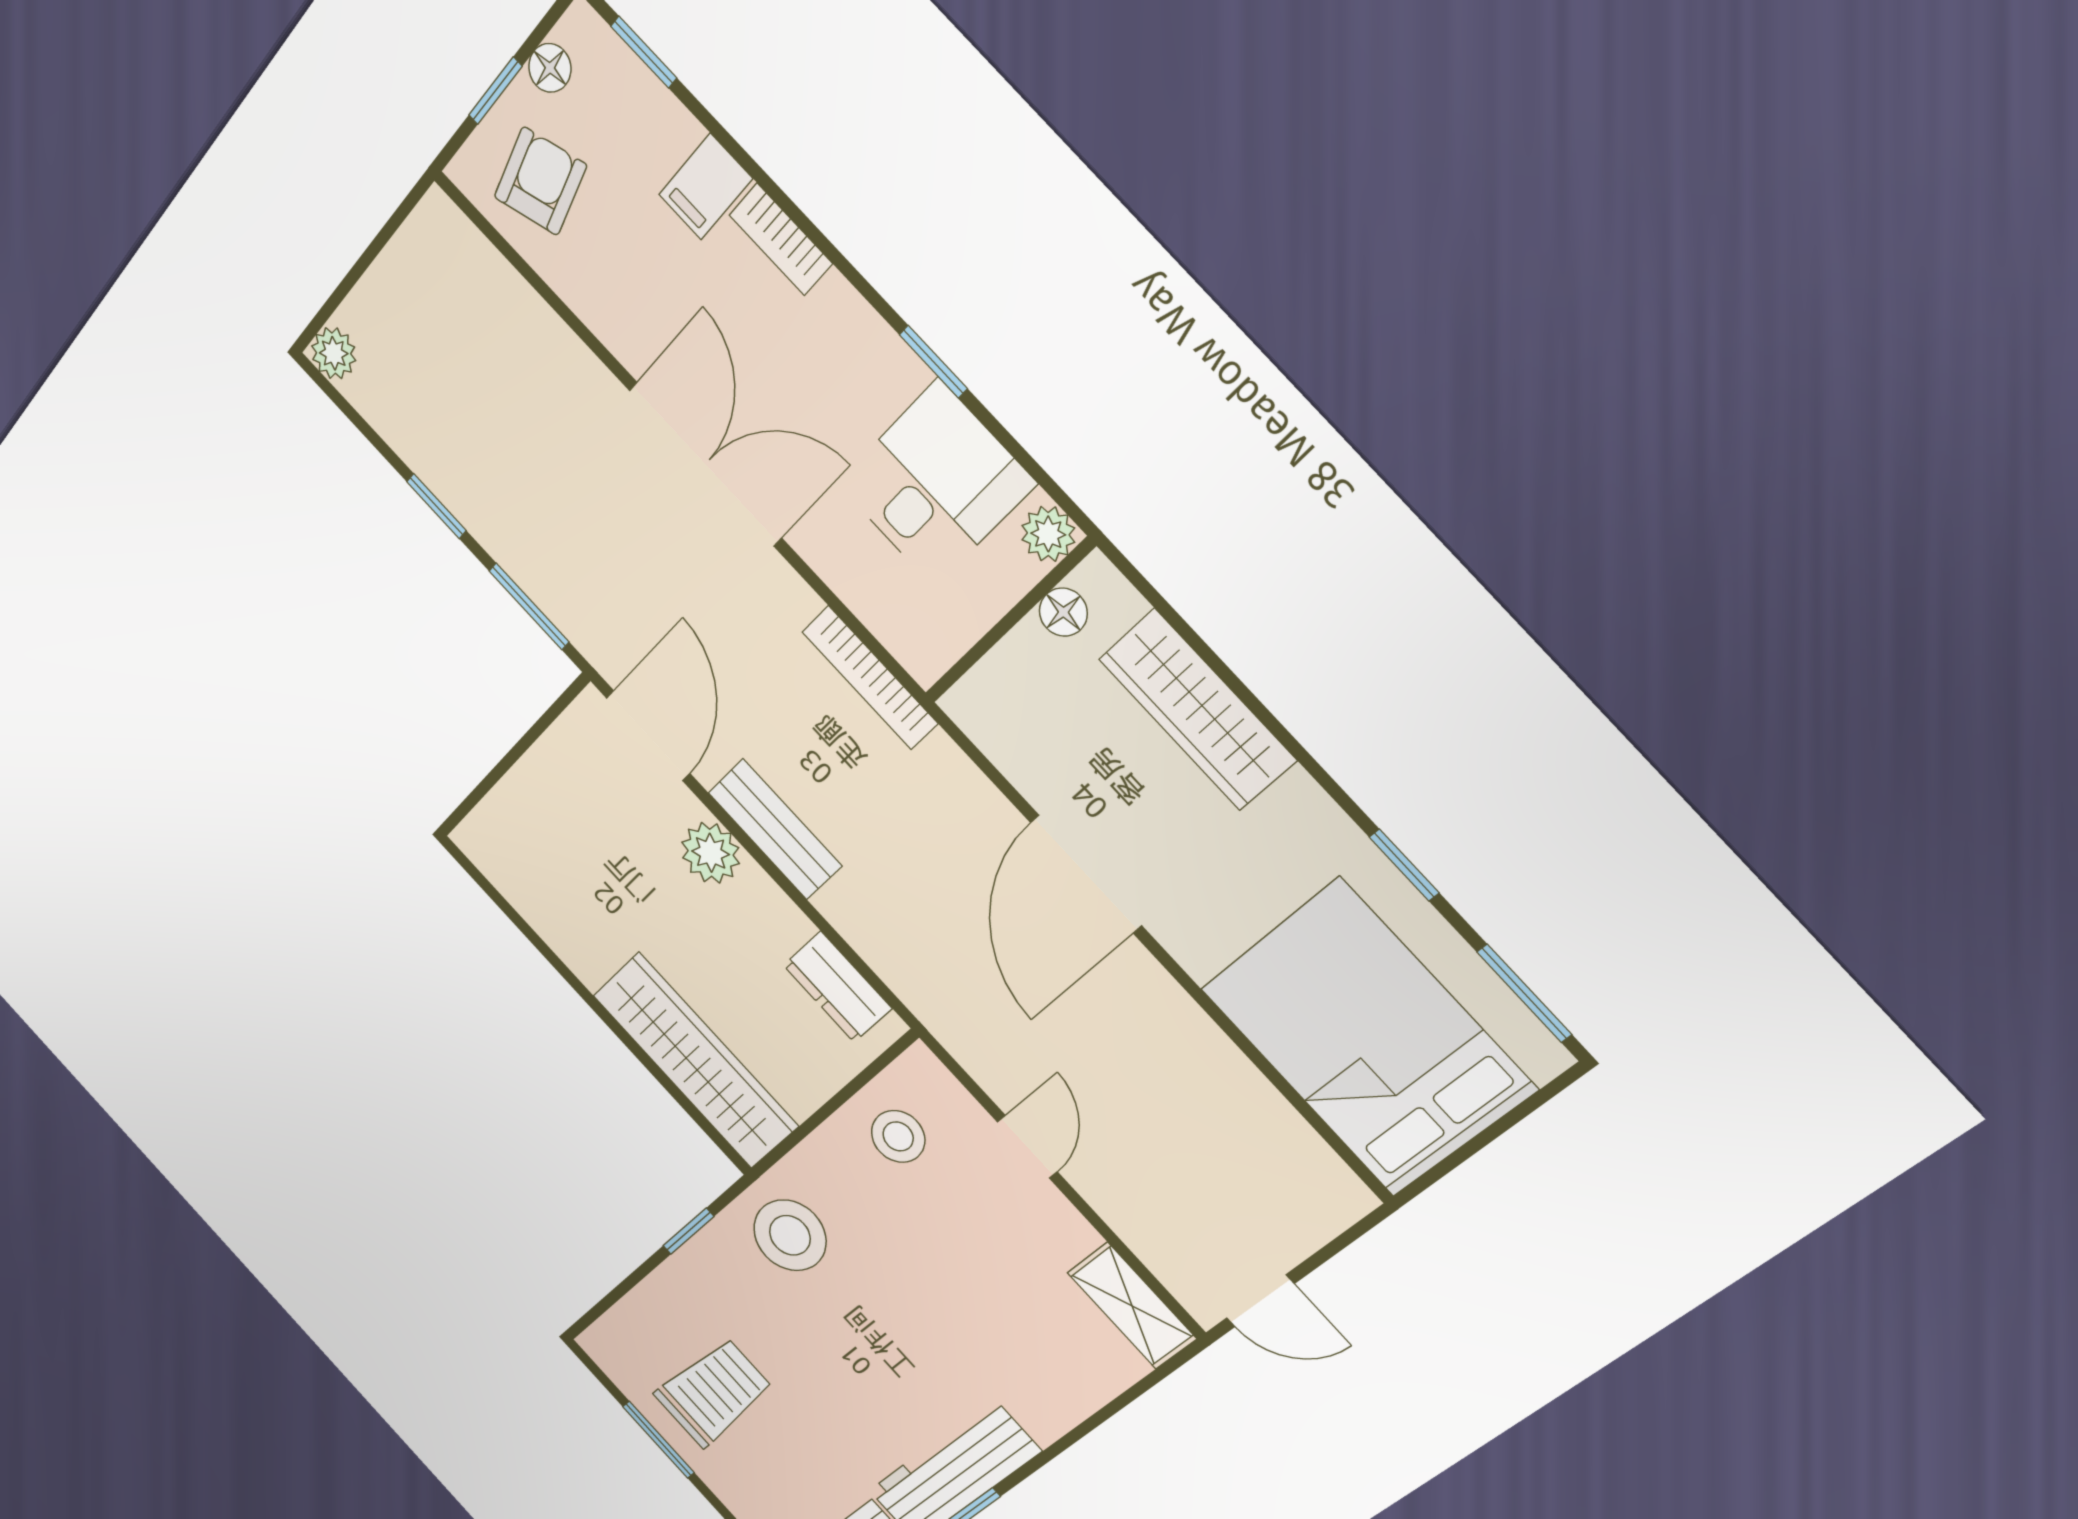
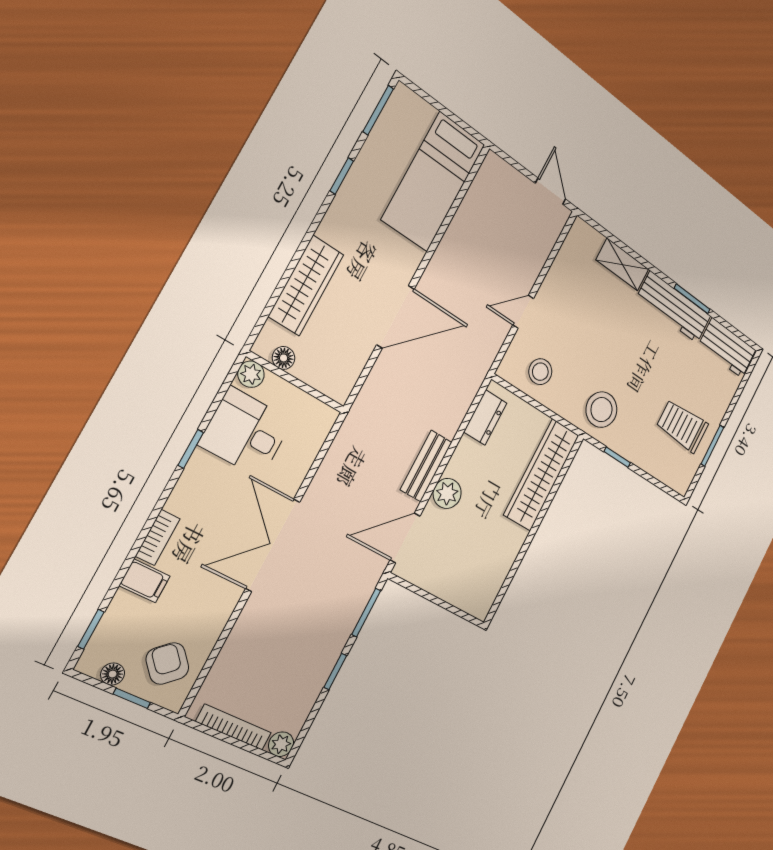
armchair: (540, 181) -> (167, 663), turned 64
bookcase: (870, 678) -> (234, 727), moved, turned -90
bed: (1367, 1038) -> (433, 182), width x0.67
shelving: (1132, 1306) -> (622, 264), moved, turned 90

